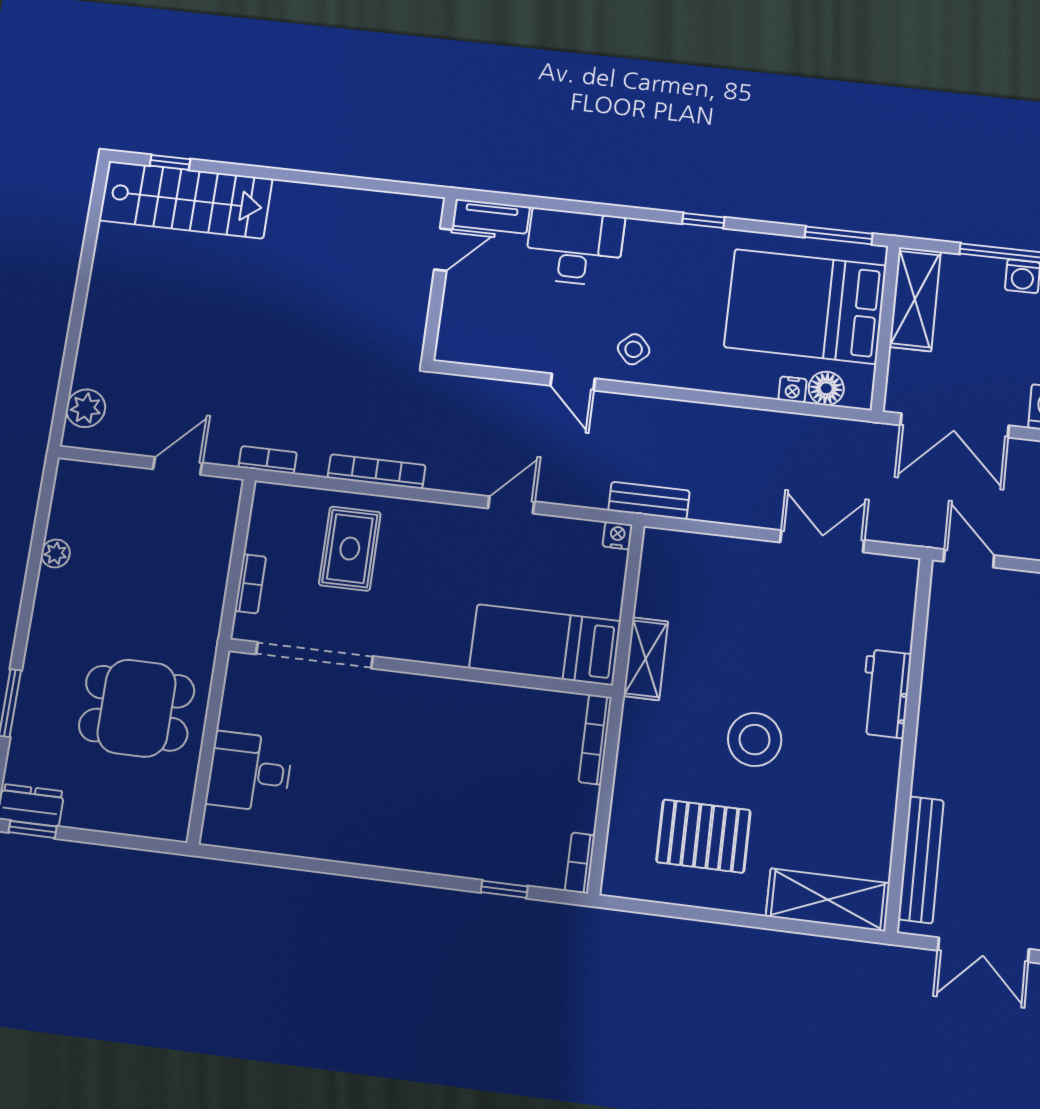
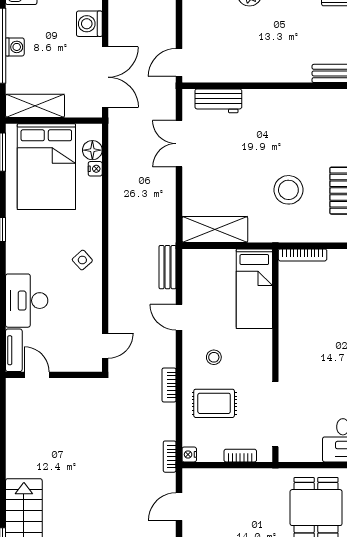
door: (573, 382) -> (105, 346), moved
door: (178, 466) -> (179, 507), hinge flipped
bookcase: (377, 471) -> (169, 385), width x0.64
bench: (649, 501) -> (168, 267), moved
nightstand: (618, 536) -> (189, 454), moved
stool: (432, 558) -> (214, 357), added
shelving: (646, 659) -> (215, 229), moved, width x1.50, depth x1.33
workbench: (885, 694) -> (218, 101), moved
stool: (755, 740) -> (288, 190), moved

